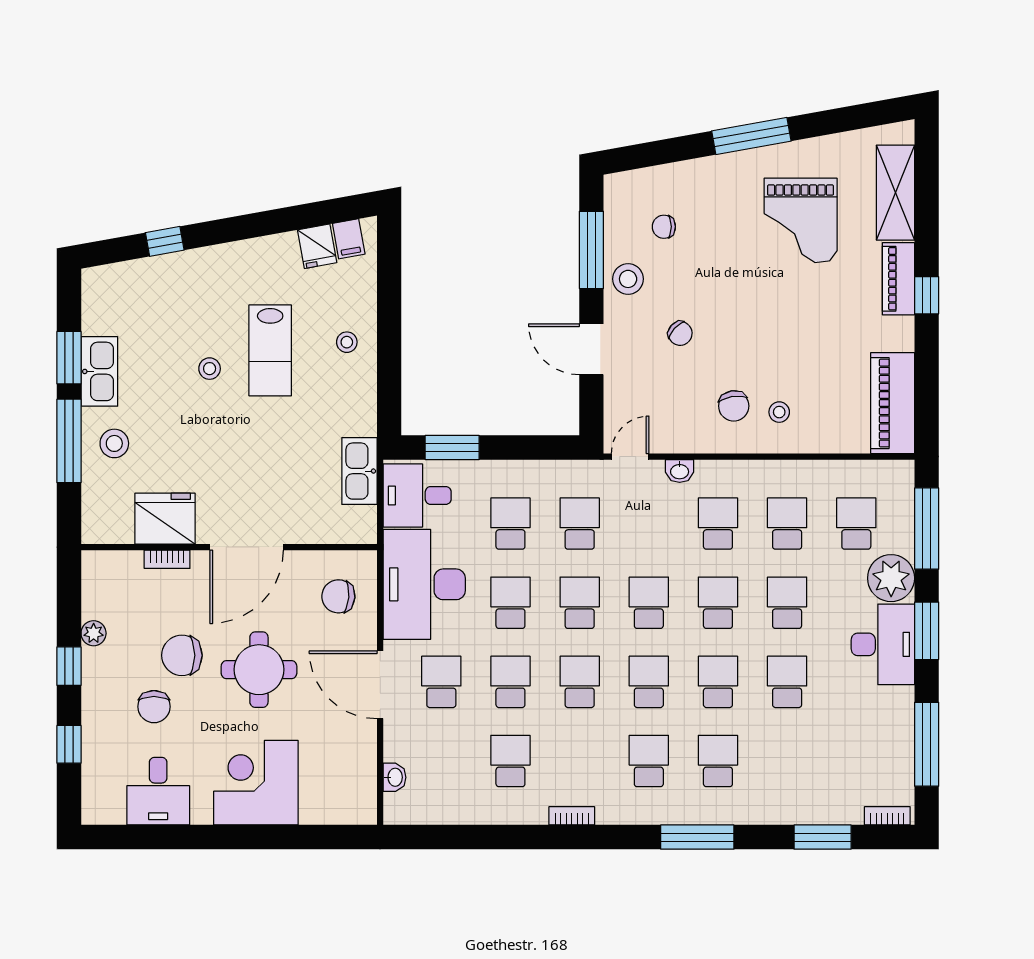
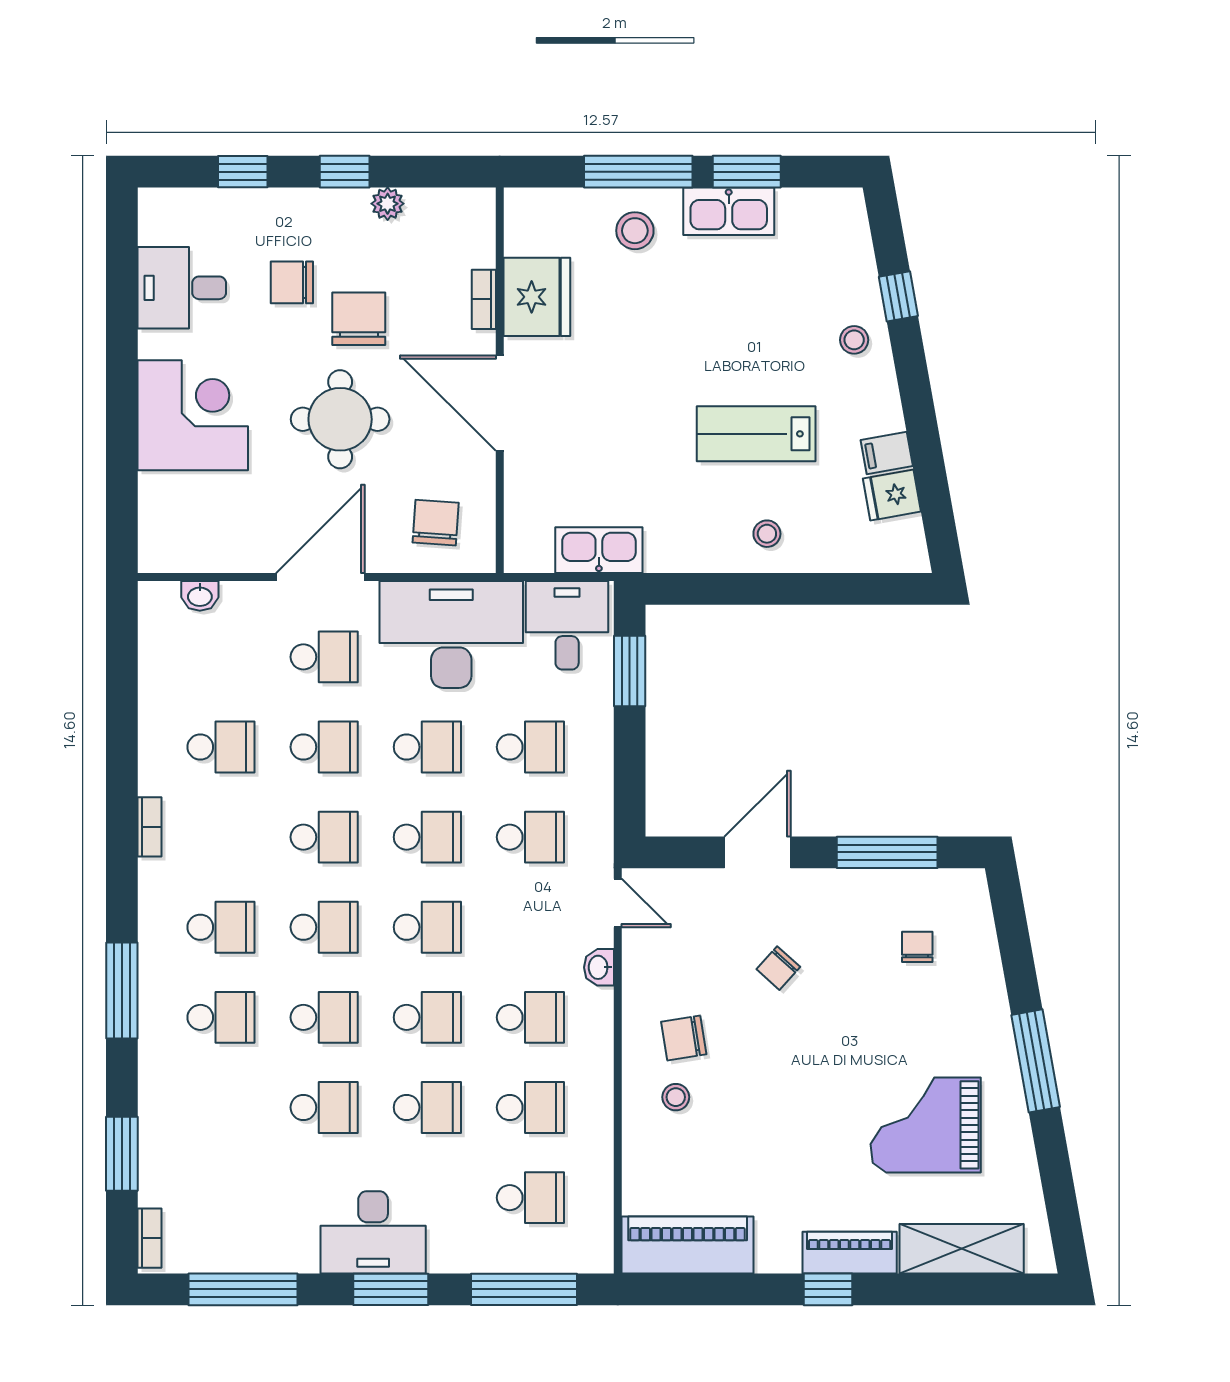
filing cabinet: (349, 239) -> (887, 453), moved
stool: (628, 279) -> (849, 900), removed
stool: (210, 369) -> (854, 340), moved
plant: (891, 578) -> (459, 1243), removed

